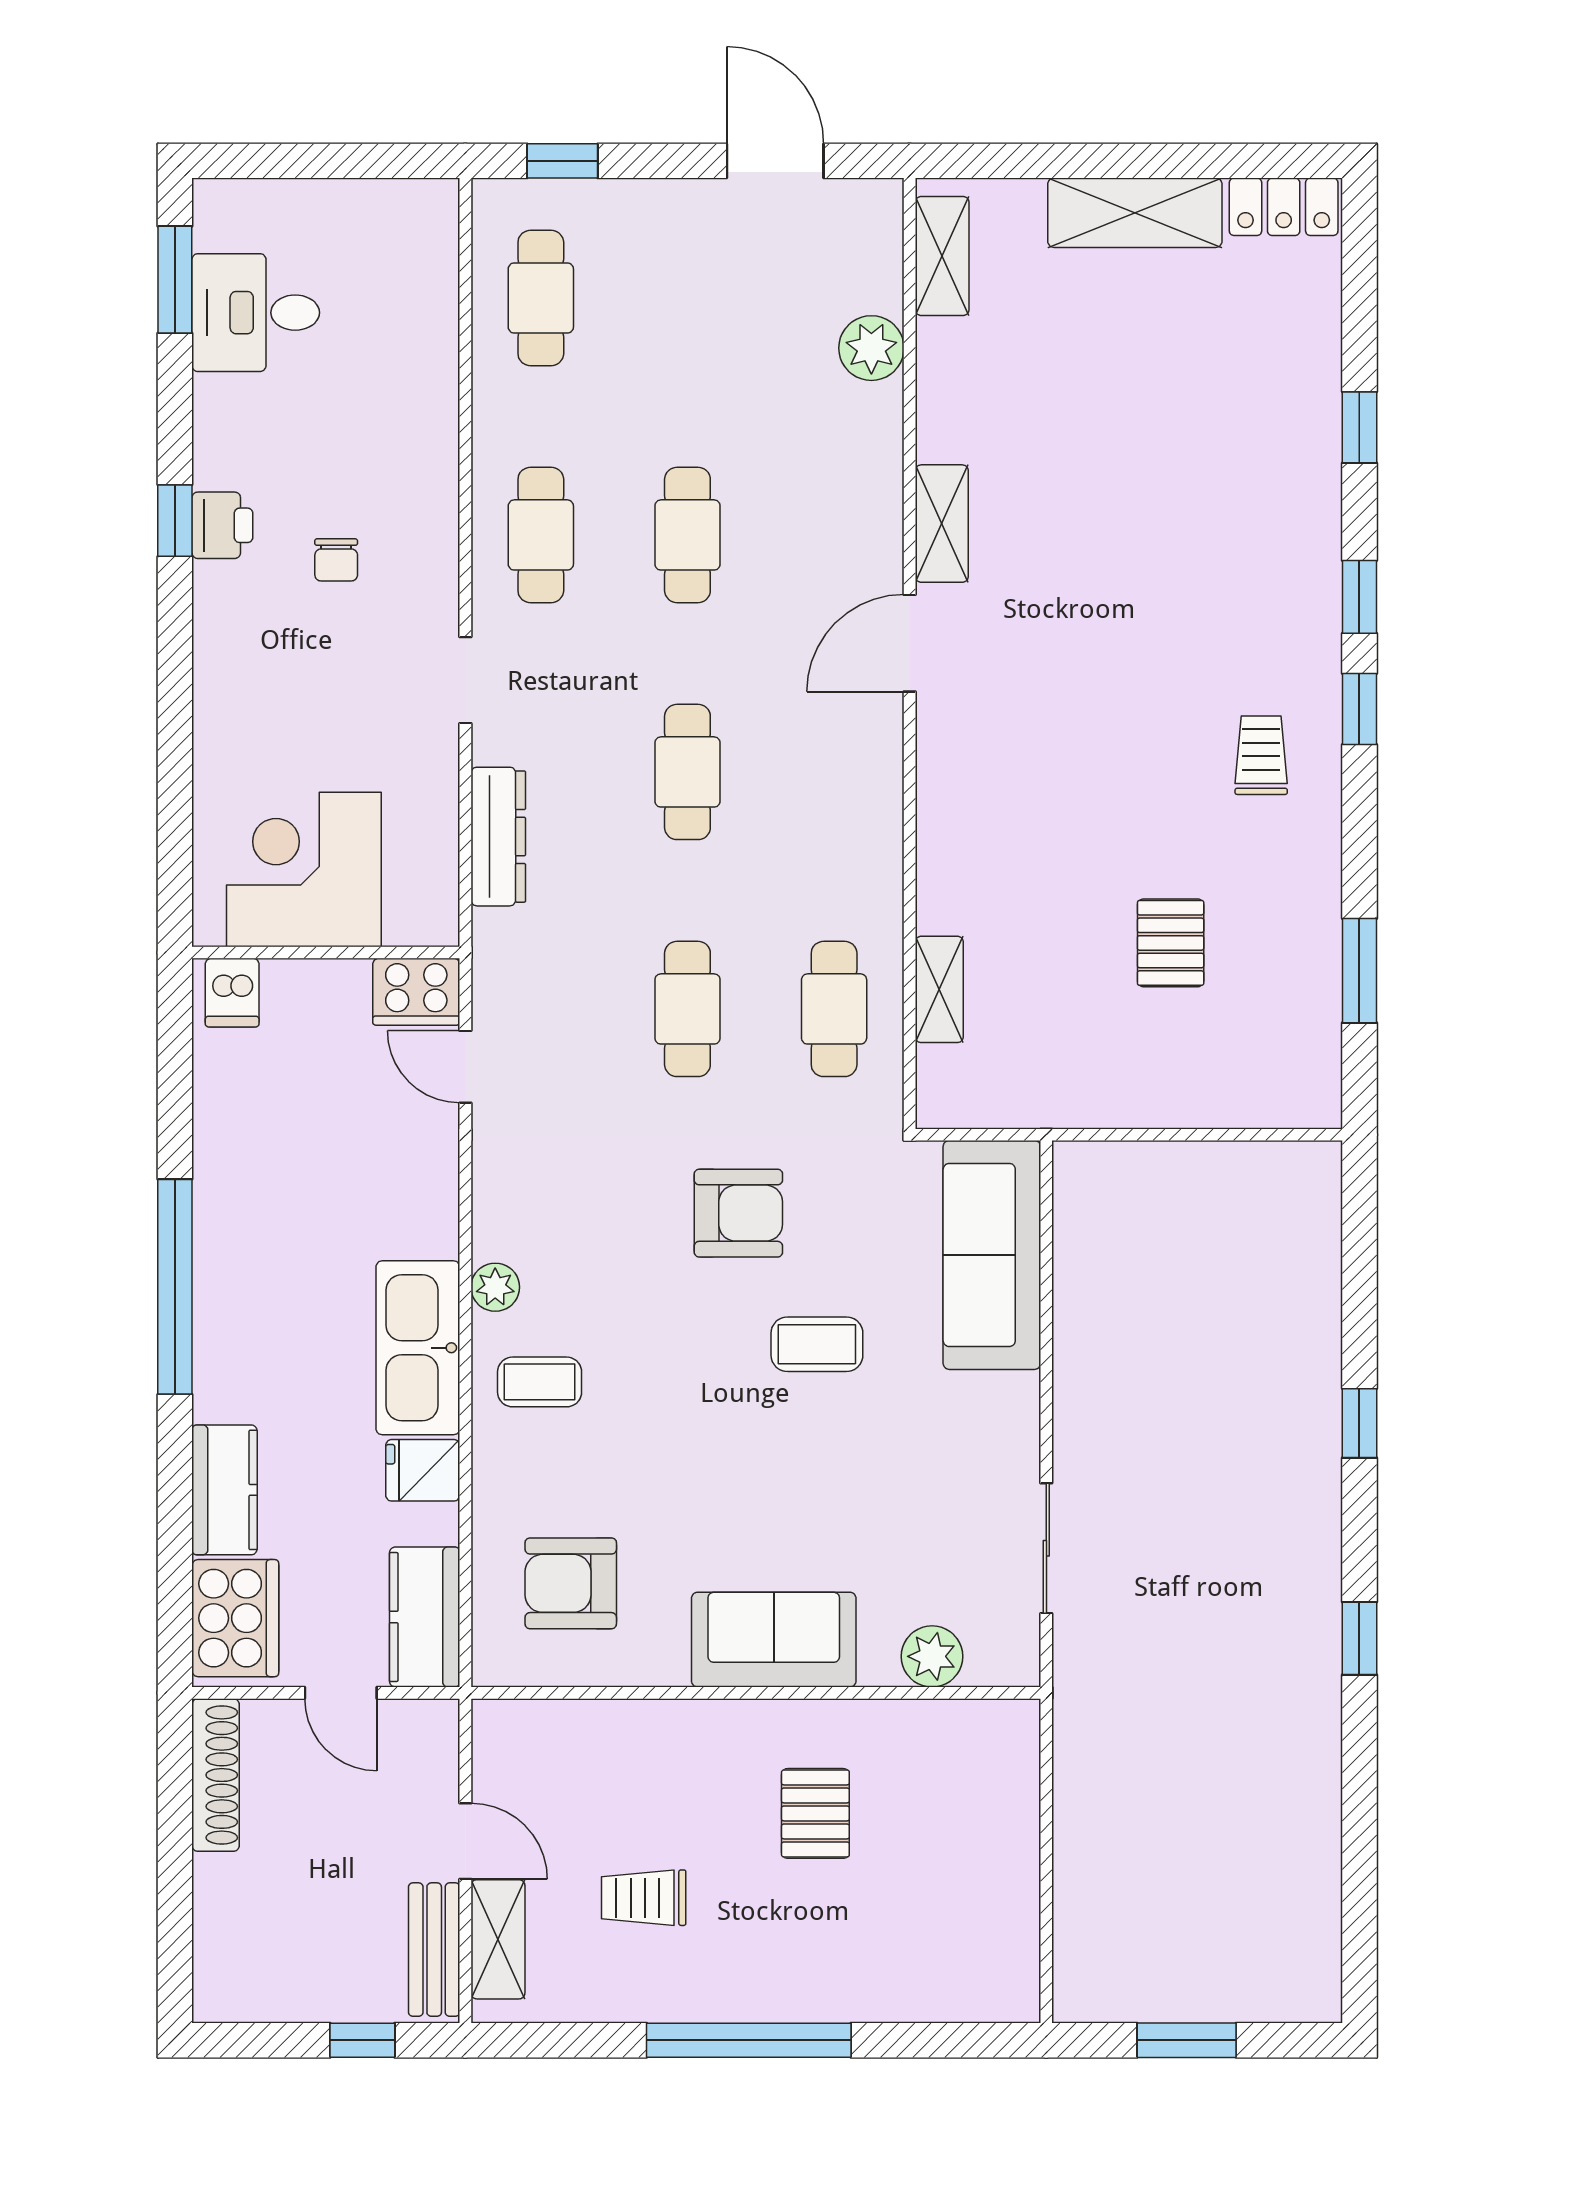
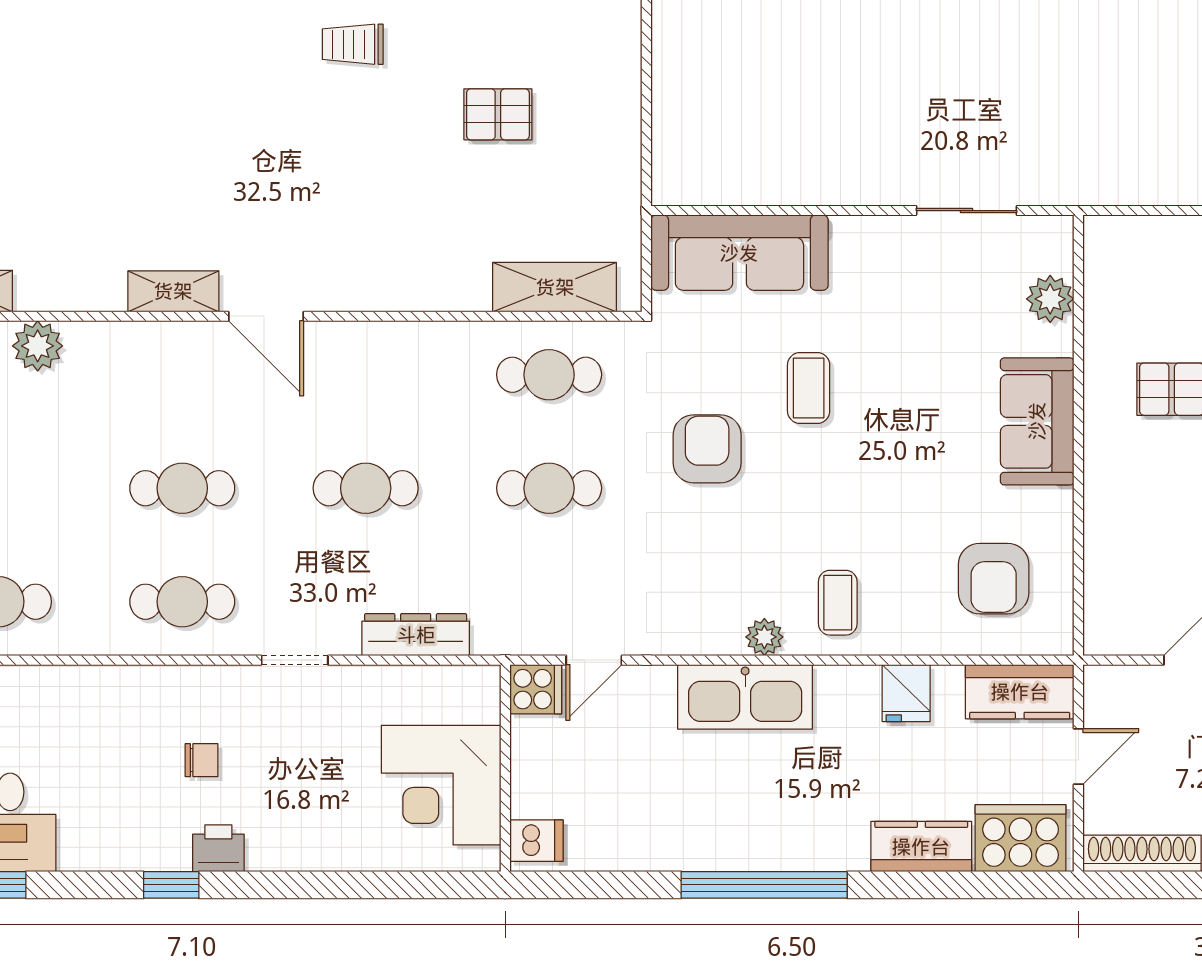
printer: (222, 525) -> (218, 848), moved
shelving: (939, 989) -> (555, 287), width x1.50, depth x1.33
cooker: (416, 992) -> (536, 689), width x0.73
kitchen sink: (418, 1348) -> (745, 697), moved

